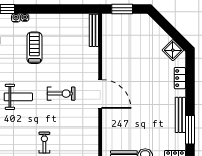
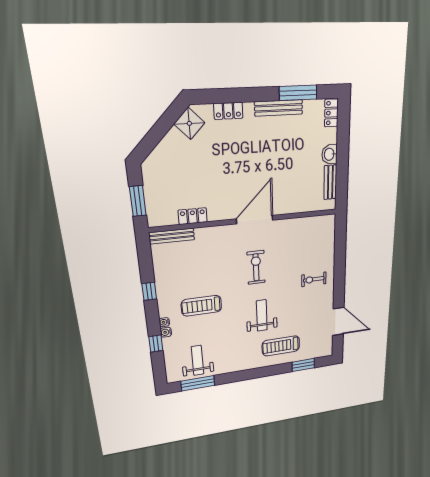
window: (52, 9) -> (149, 291), added
locker: (107, 47) -> (193, 216), added

